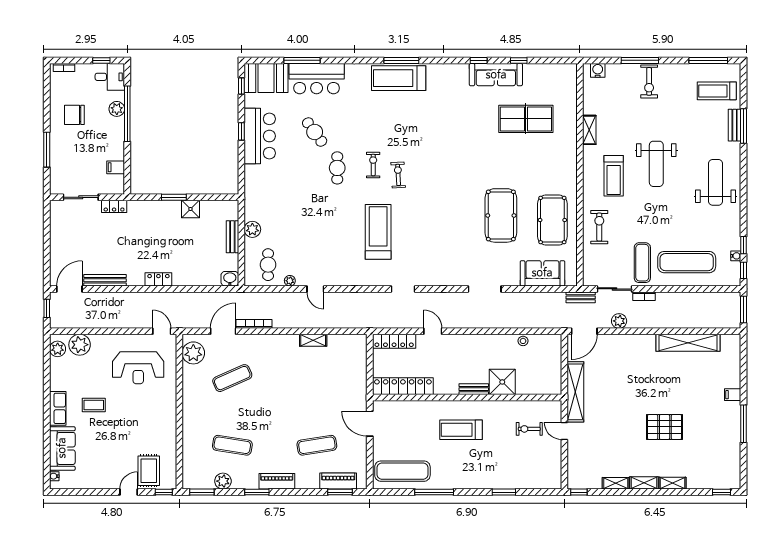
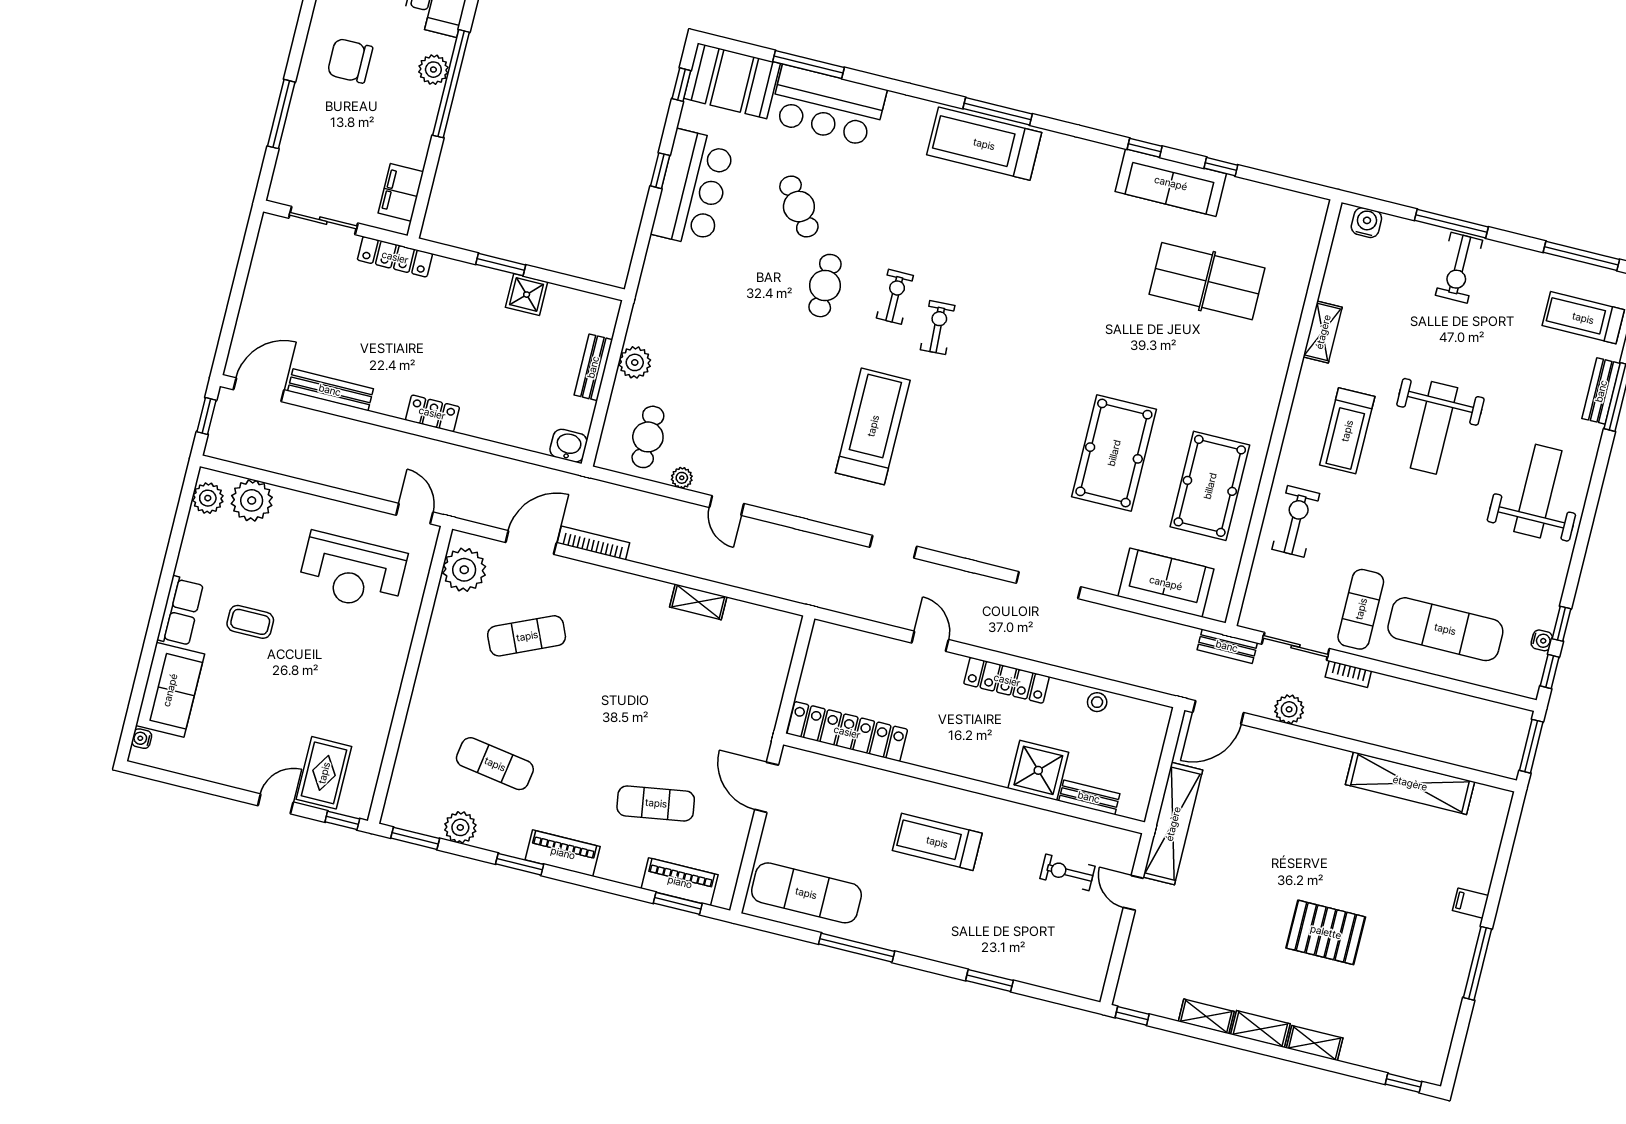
filing cabinet: (116, 167) -> (401, 192), width x2.00
locker: (114, 206) -> (395, 257), width x1.53
locker: (394, 341) -> (1007, 680), moved
bench: (474, 389) -> (1089, 797), moved

